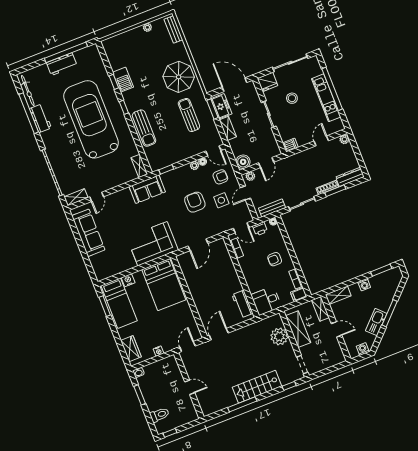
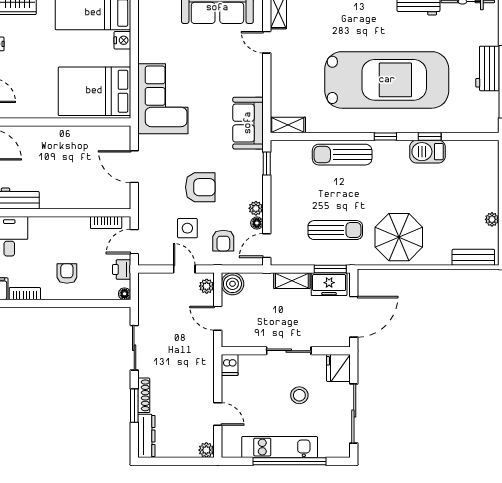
bench: (272, 208) -> (146, 300), removed

